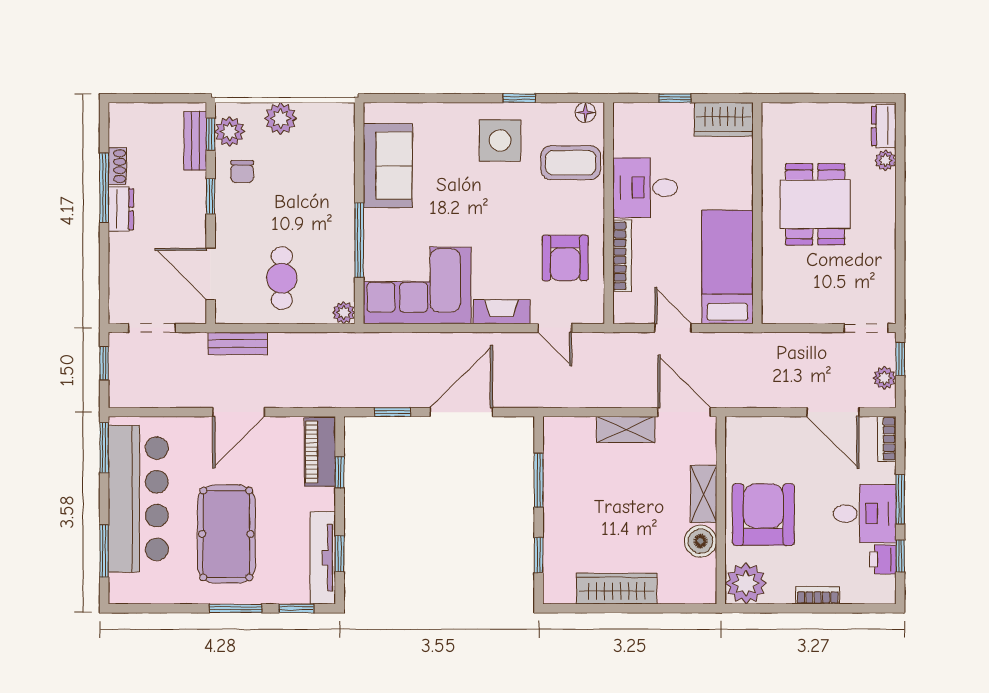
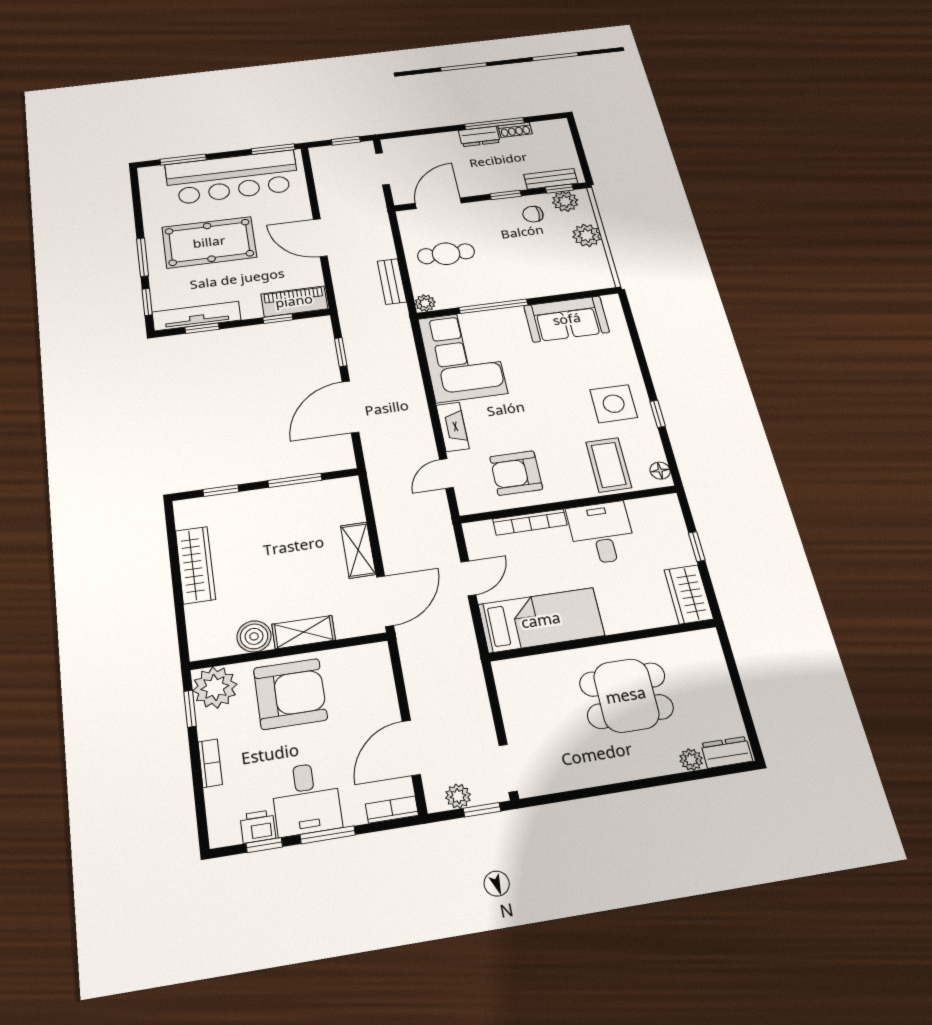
bench: (238, 343) -> (392, 281), moved
door: (461, 412) -> (350, 407), swing flipped
window: (763, 608) -> (190, 709), added

